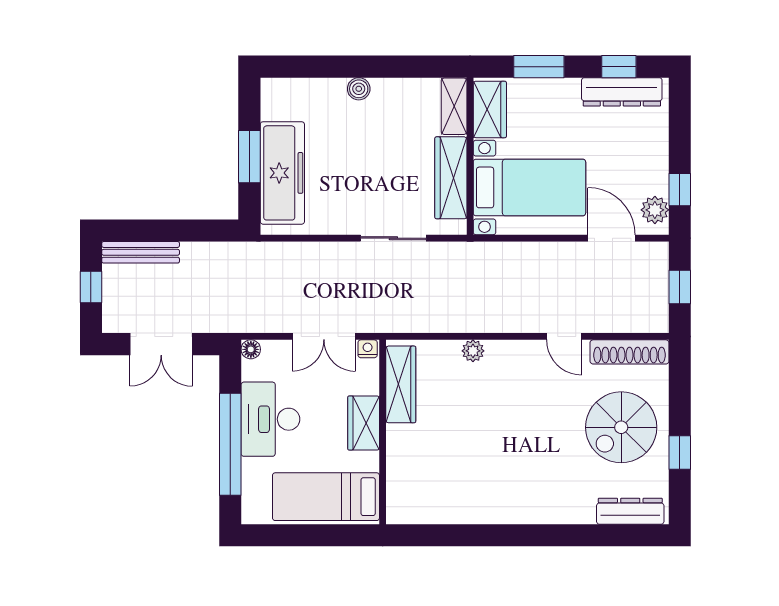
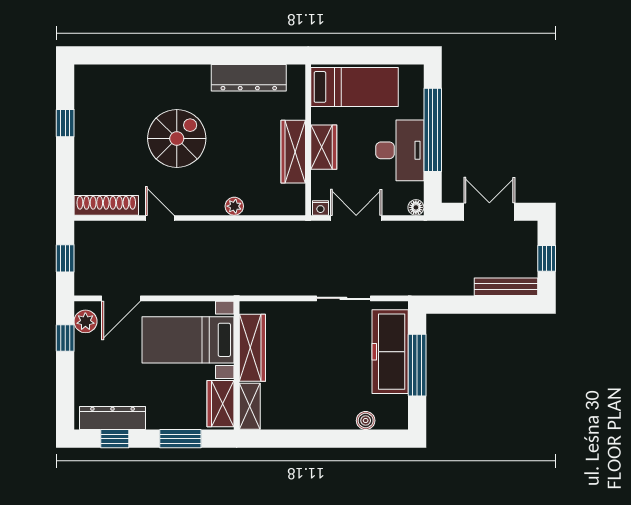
boiler: (359, 89) -> (366, 421), moved
window: (249, 157) -> (417, 365), width x1.44
sliding door: (393, 238) -> (343, 298), moved
door: (612, 238) -> (121, 298), hinge flipped
wardrobe: (401, 384) -> (293, 152), moved
spiral stairs: (621, 427) -> (177, 138), moved
dresser: (630, 511) -> (249, 78), moved, width x1.37, depth x1.24

